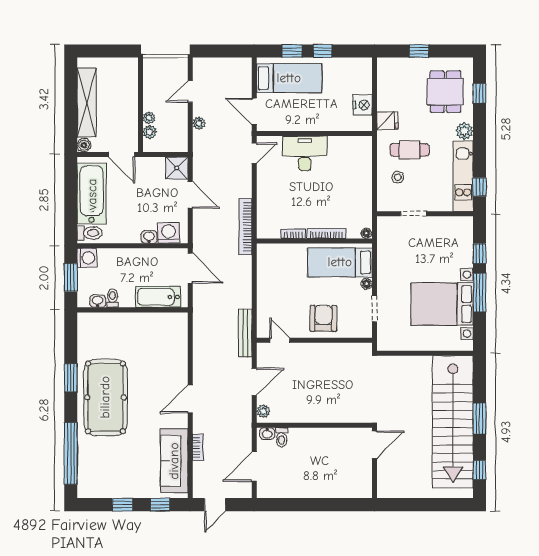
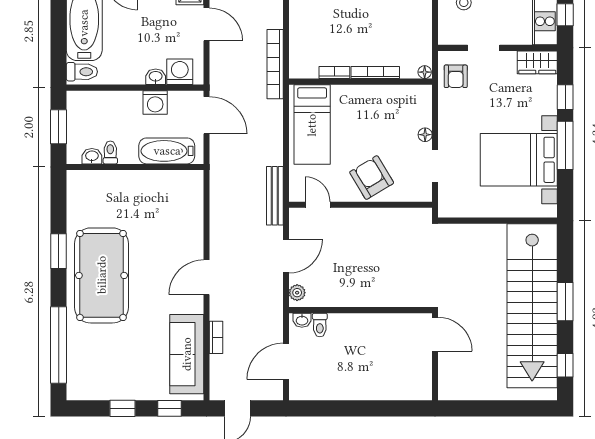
wardrobe: (457, 225) -> (537, 62), added
armchair: (391, 237) -> (456, 76), added
washing machine: (87, 258) -> (155, 102), moved, turned 90
bed: (340, 262) -> (312, 125), moved, turned -90
armchair: (323, 318) -> (372, 178), turned -31
door: (375, 445) -> (435, 334), hinge flipped

